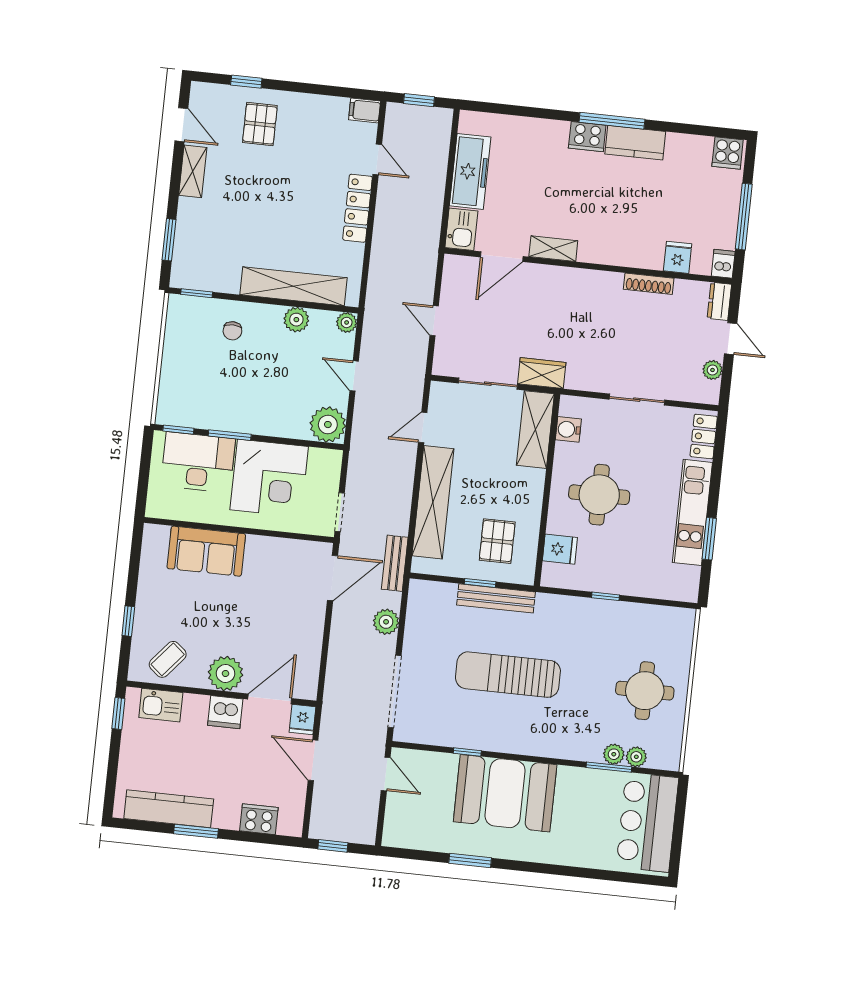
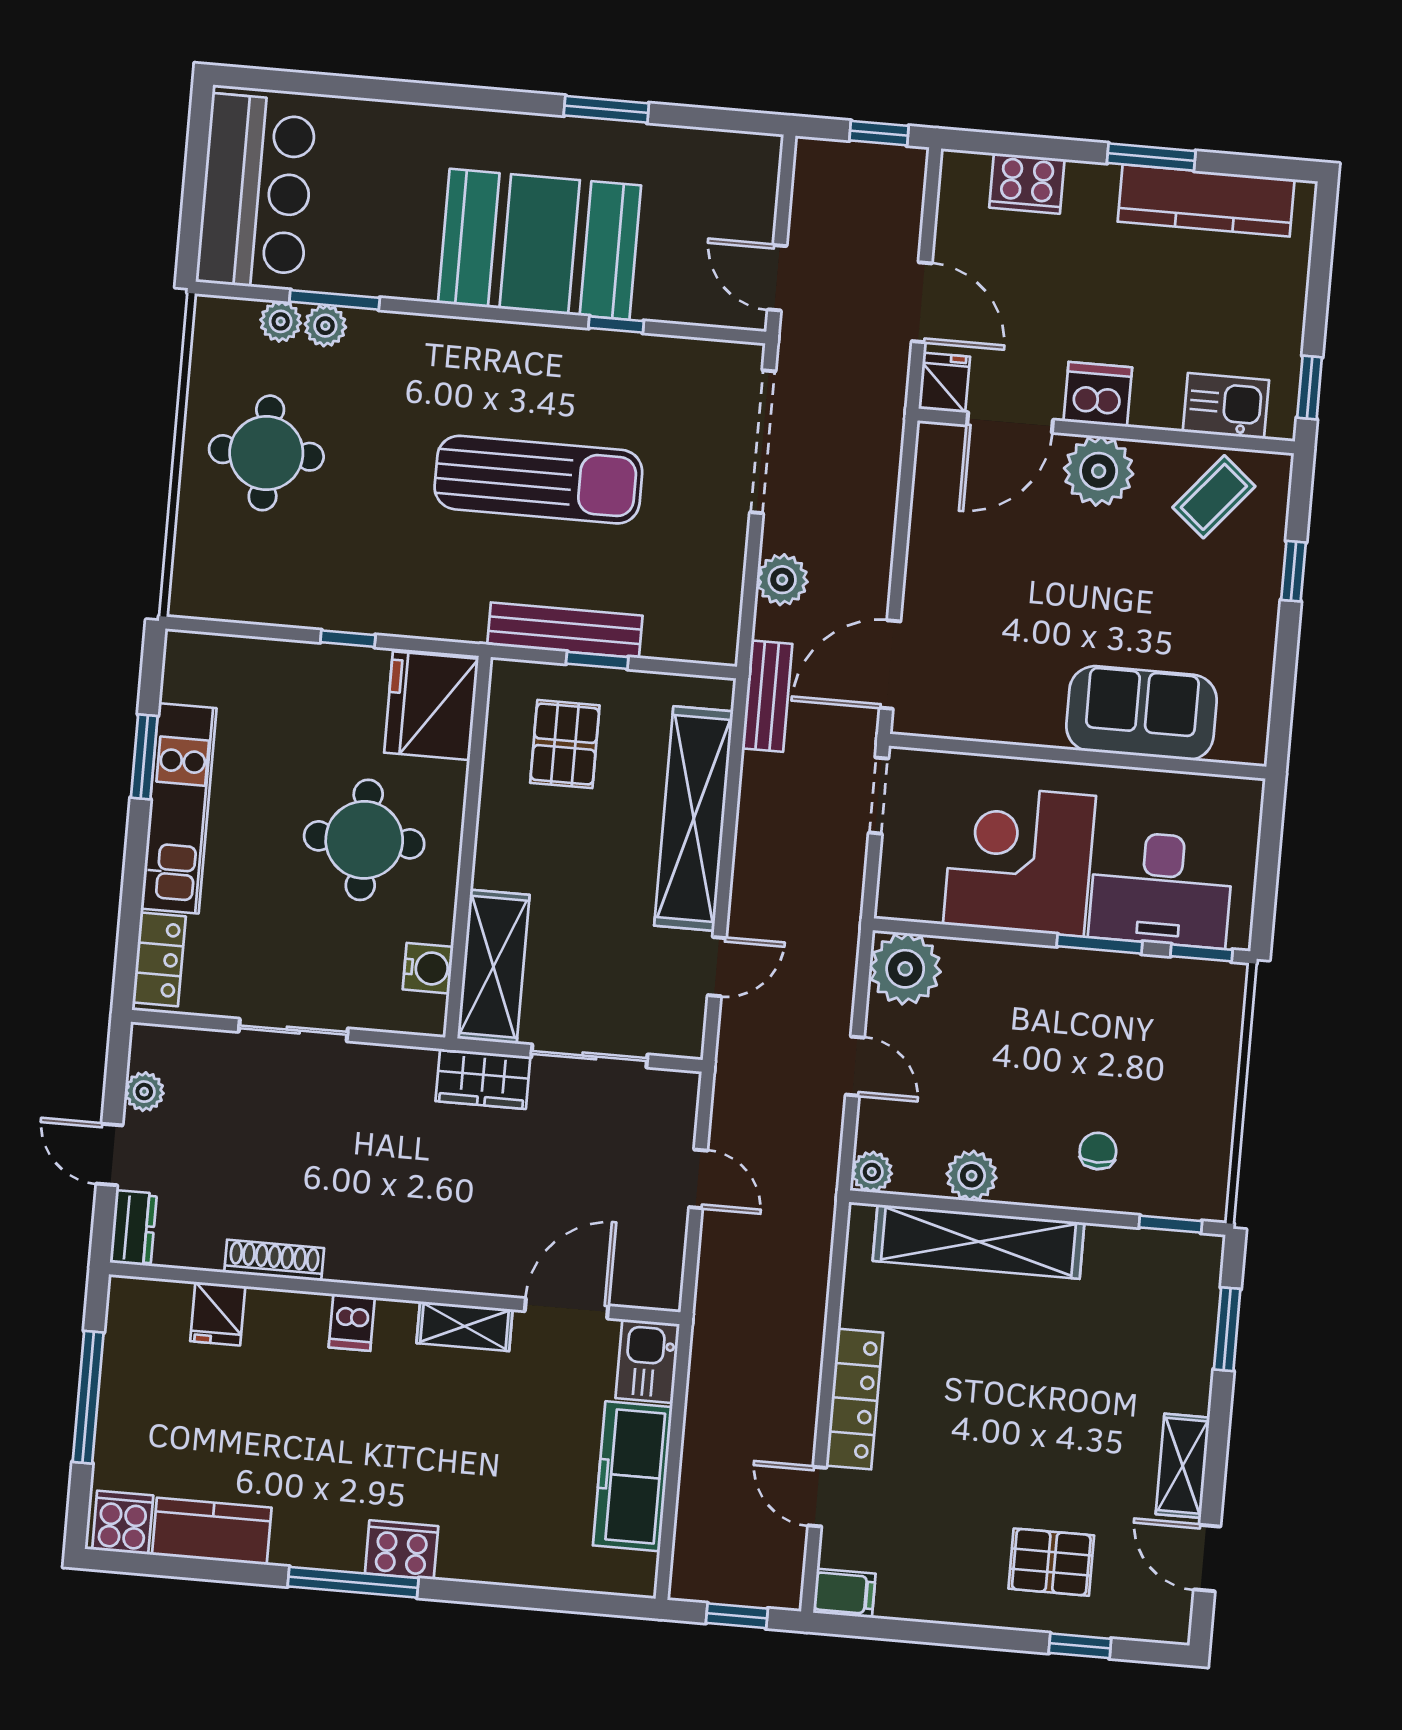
pallet: (260, 124) -> (1051, 1562), turned 90
kitchen counter: (635, 143) -> (212, 1531), moved
dishwasher: (723, 264) -> (352, 1322), moved
fridge: (560, 549) -> (431, 706), width x1.88, depth x1.34

